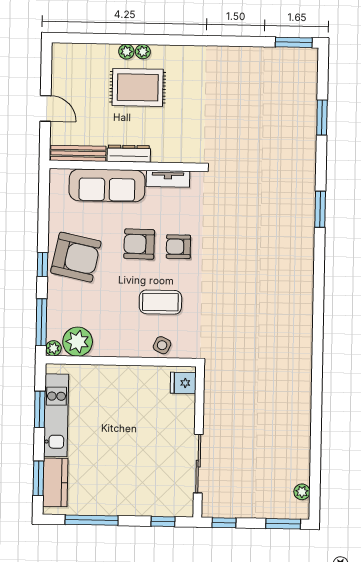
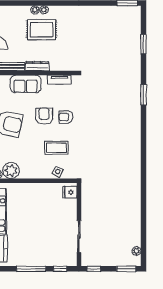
sofa: (107, 185) -> (26, 84), width x0.73
armchair: (139, 244) -> (44, 116), turned 89
window: (92, 520) -> (31, 269), moved

